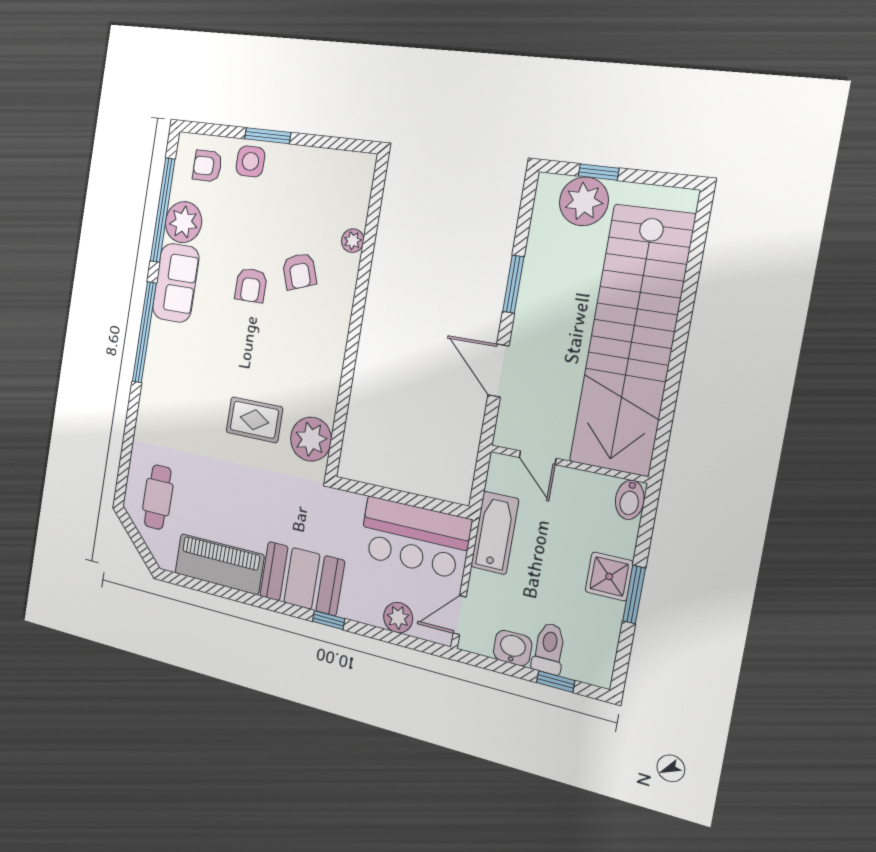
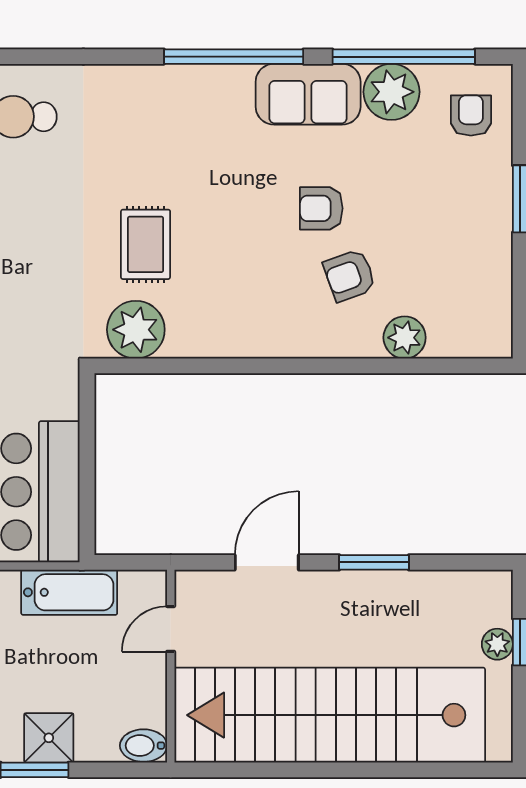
side table: (250, 161) -> (484, 179), removed
plant: (584, 201) -> (497, 644), width x0.53, depth x0.53
plant: (353, 241) -> (405, 338), width x1.38, depth x1.38

